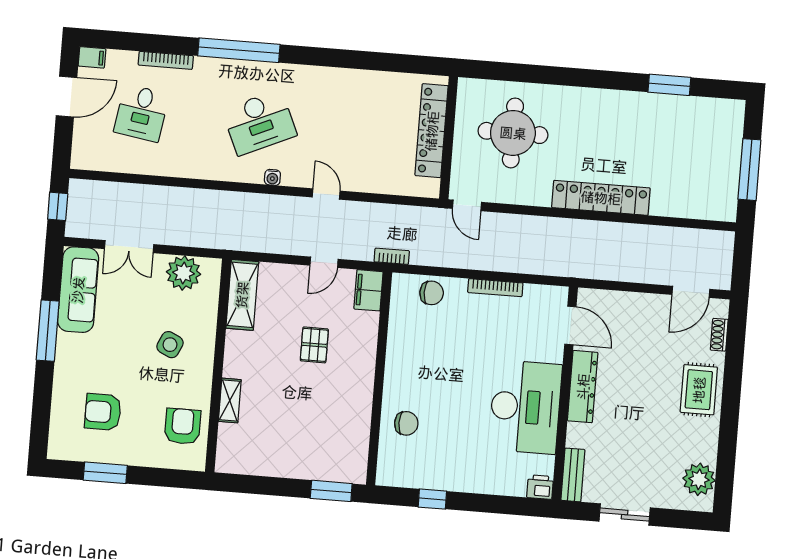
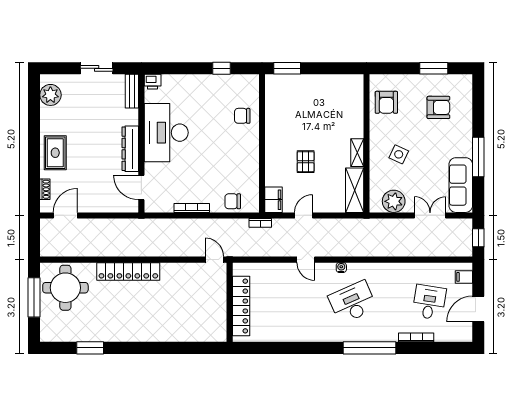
filing cabinet: (92, 57) -> (464, 277), moved
round table: (513, 133) -> (65, 288), moved
shelving: (230, 400) -> (357, 153), moved

